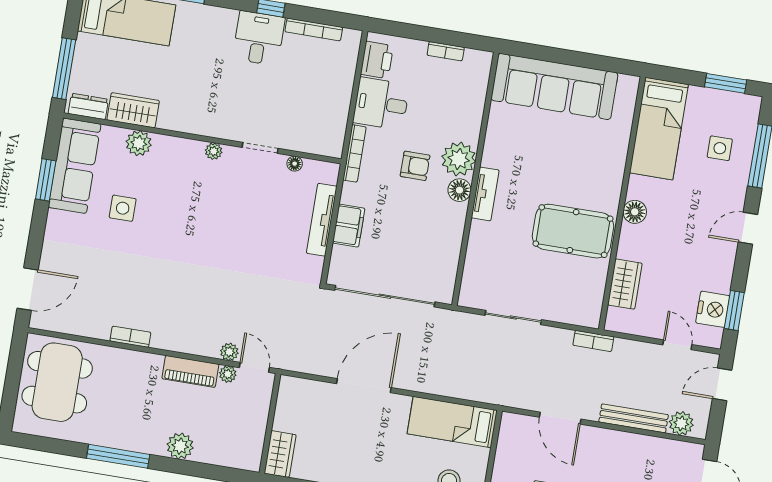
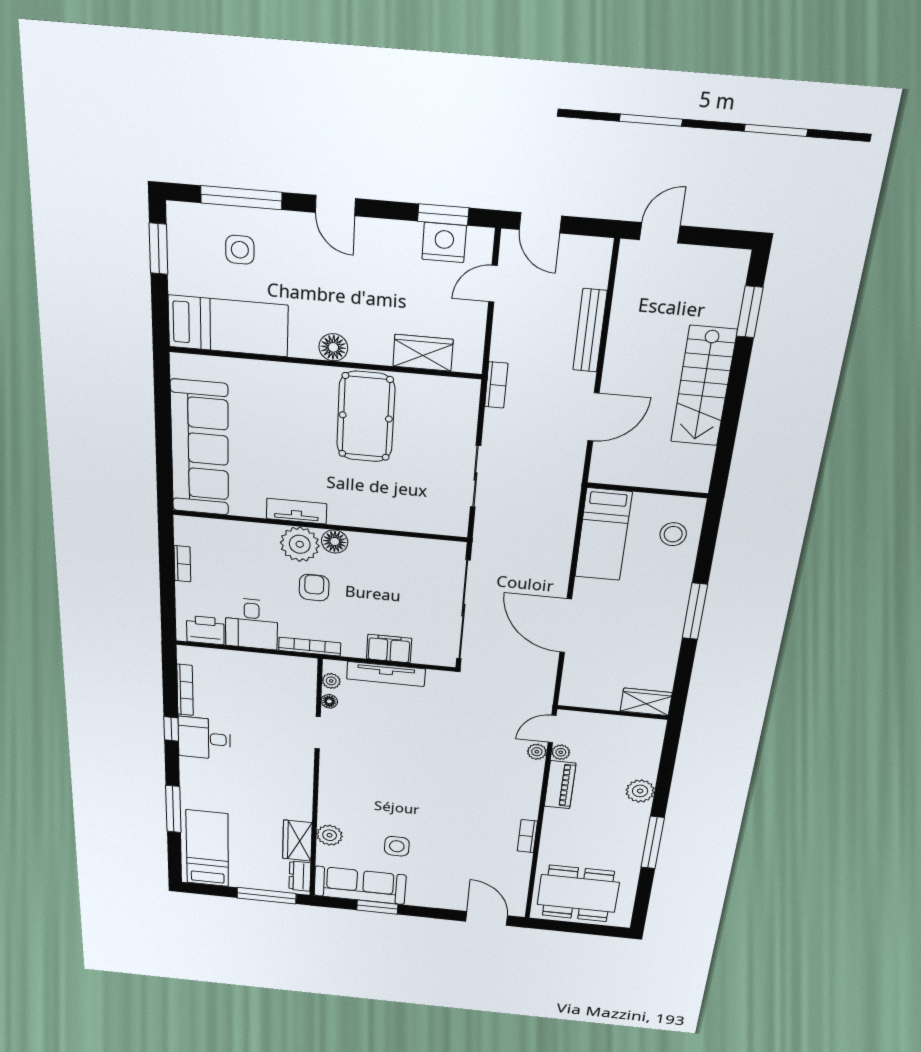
plant: (214, 151) -> (331, 681), moved
tv unit: (485, 194) -> (296, 511), moved
plant: (681, 423) -> (594, 271), removed

